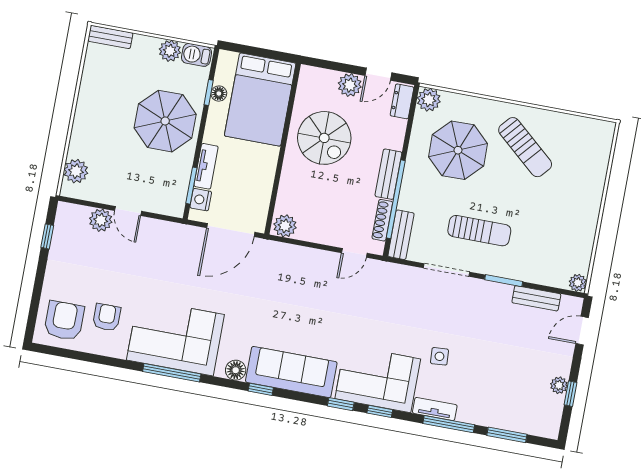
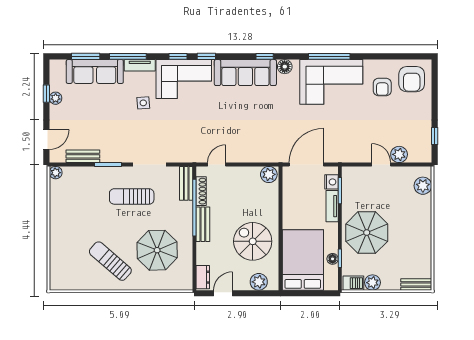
plant: (350, 85) -> (259, 282), moved
plant: (429, 100) -> (184, 282), removed
sofa: (498, 412) -> (95, 72), added

